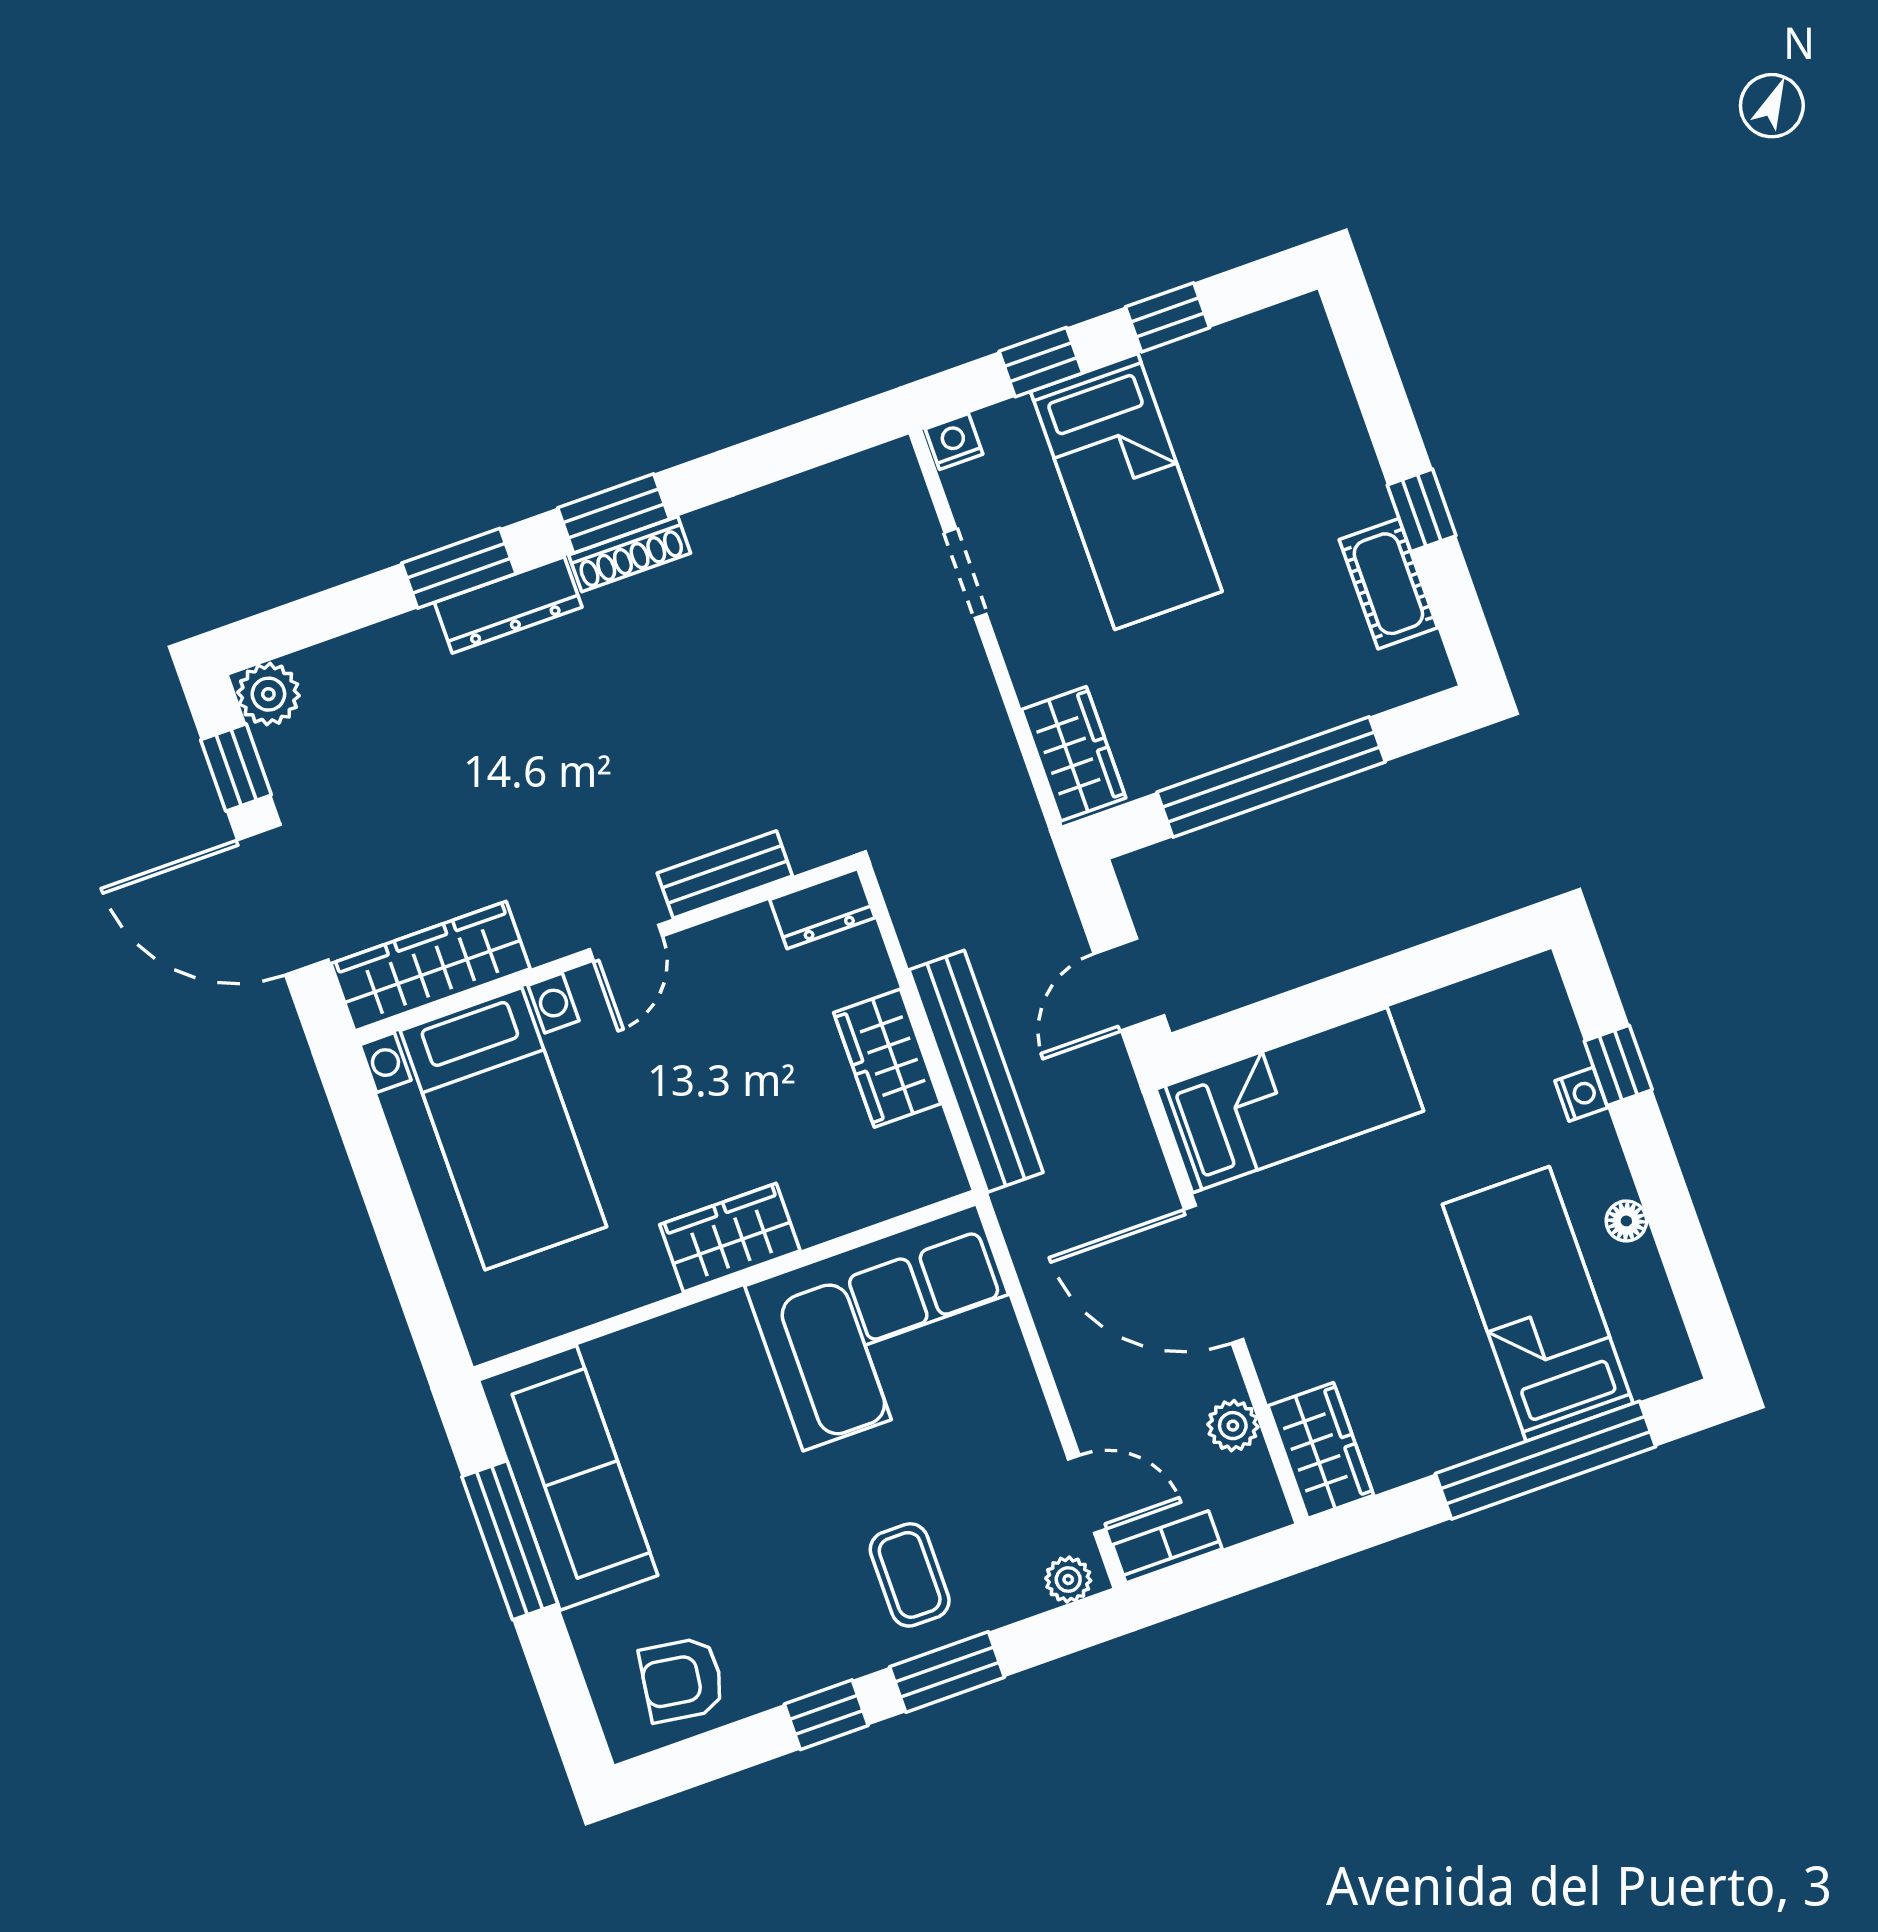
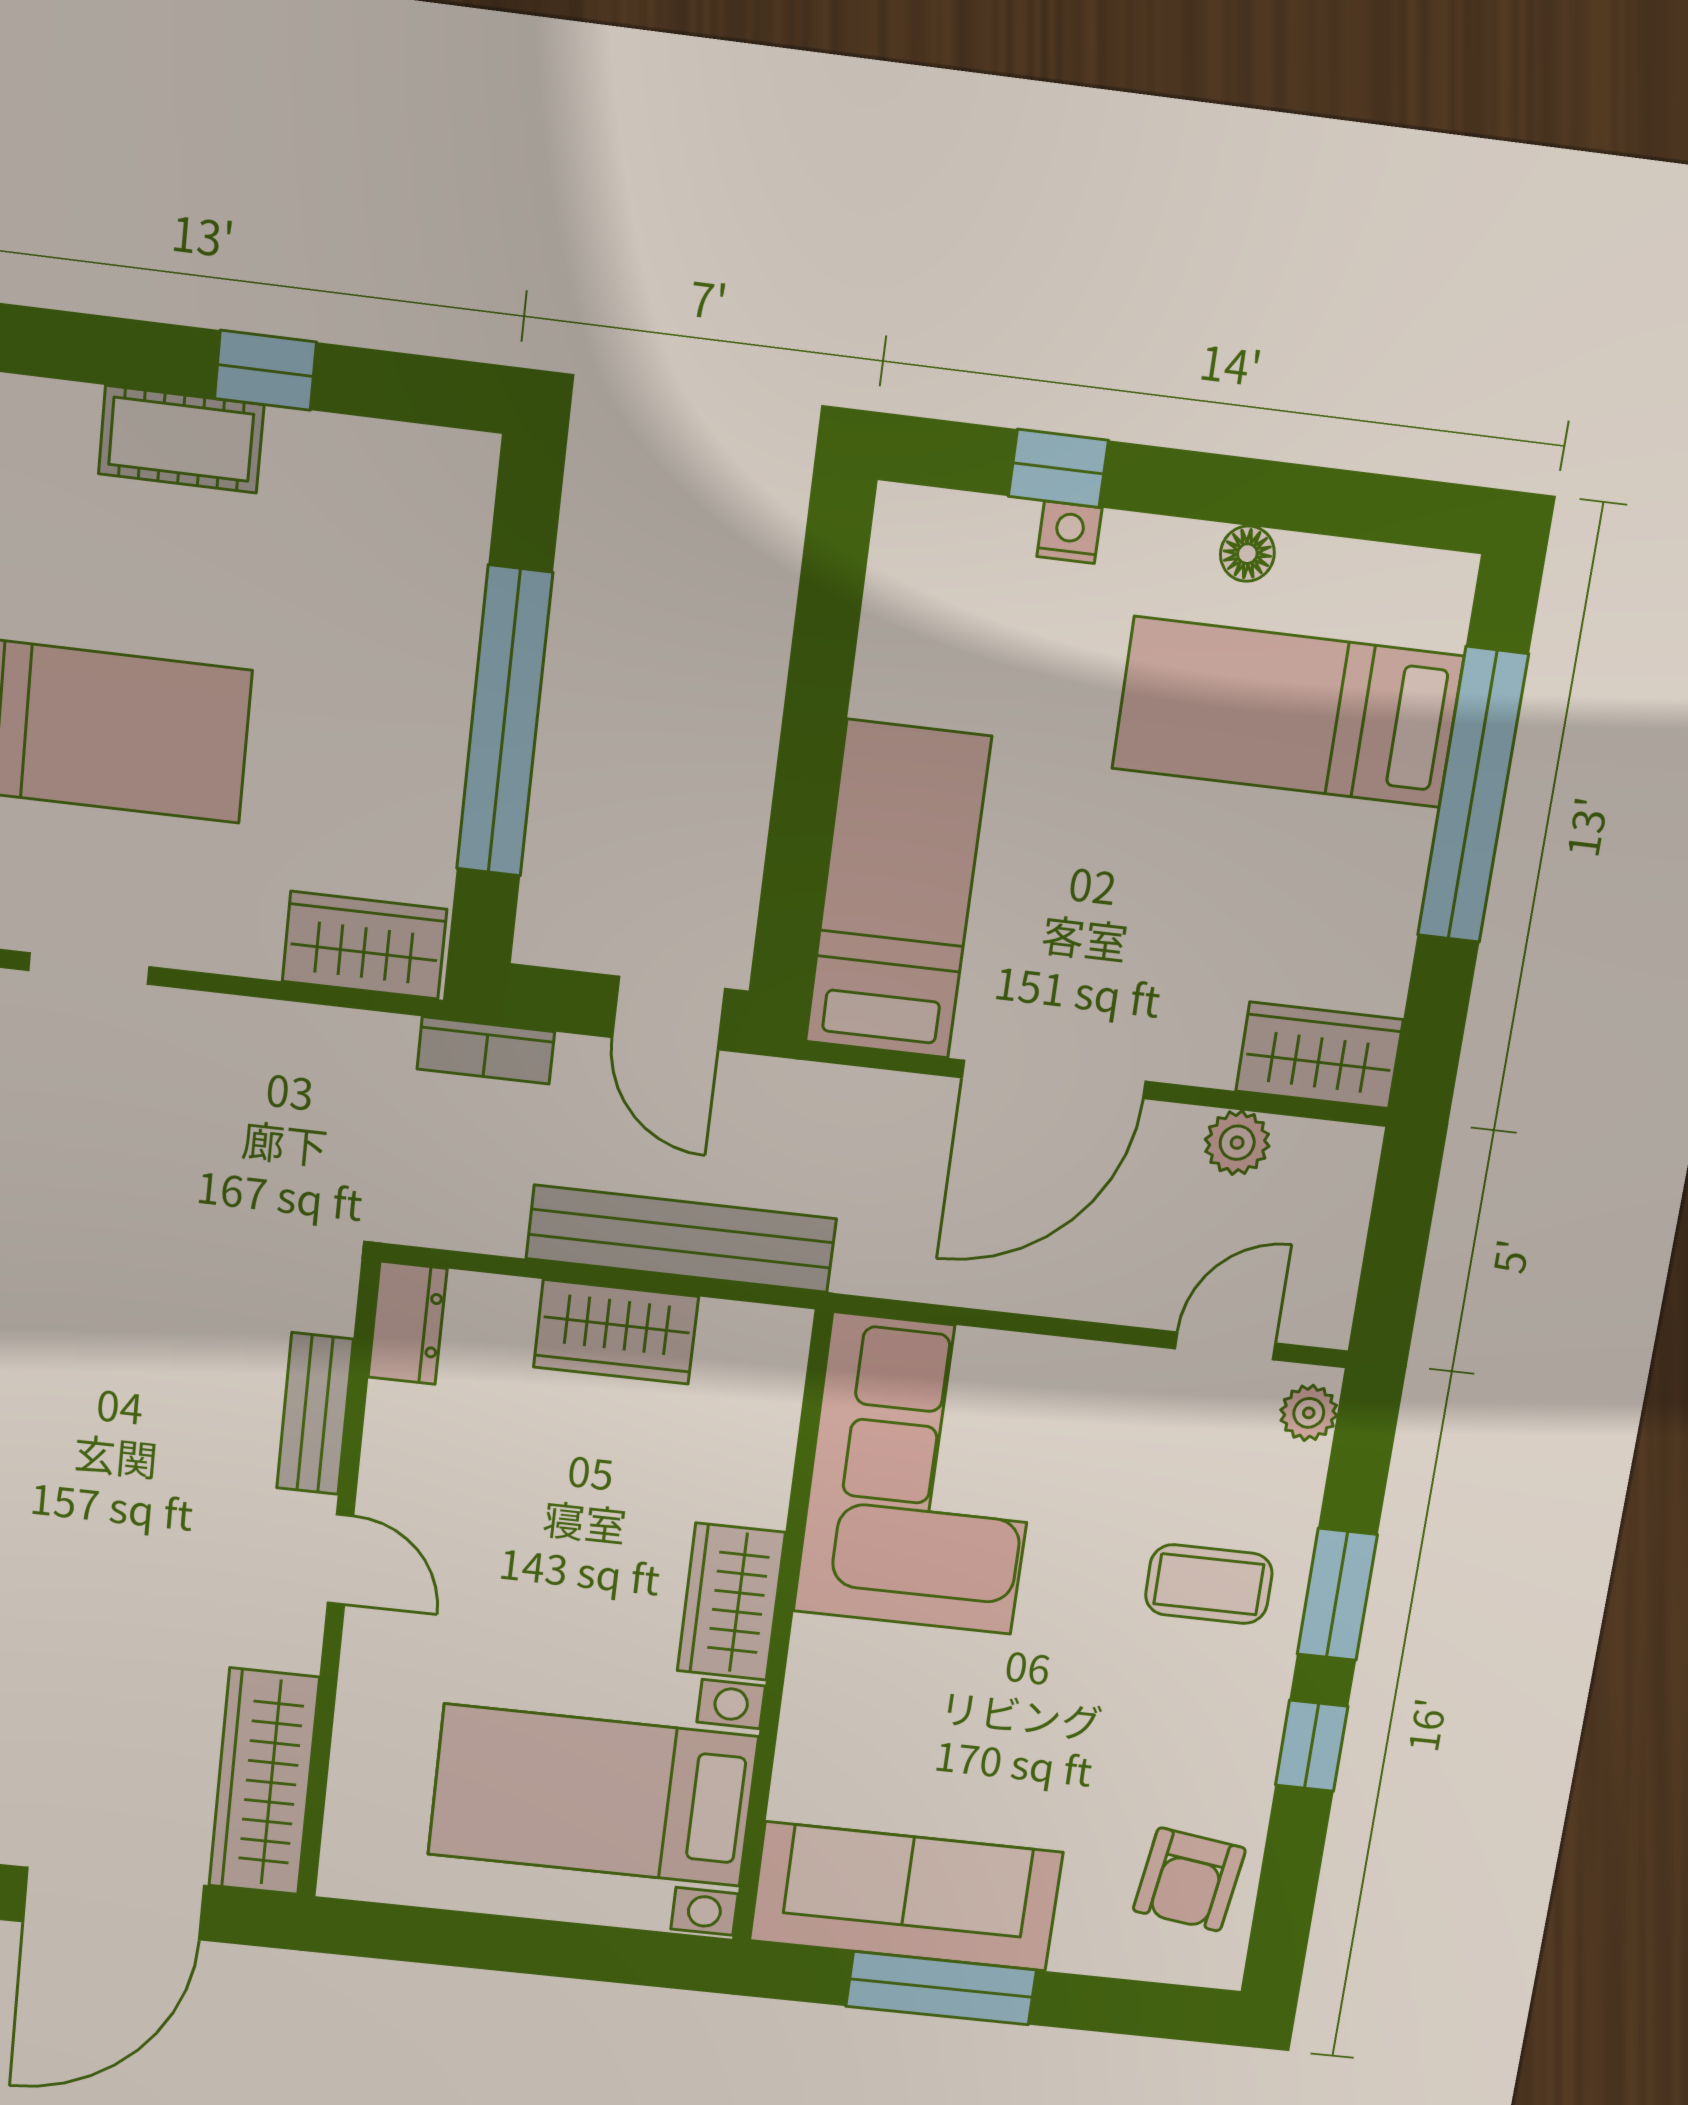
cot: (1388, 584) -> (181, 439), moved
bed with nightstands: (503, 1129) -> (593, 1795), moved, turned 180
bookcase: (1167, 1547) -> (486, 1050), moved, turned -90

